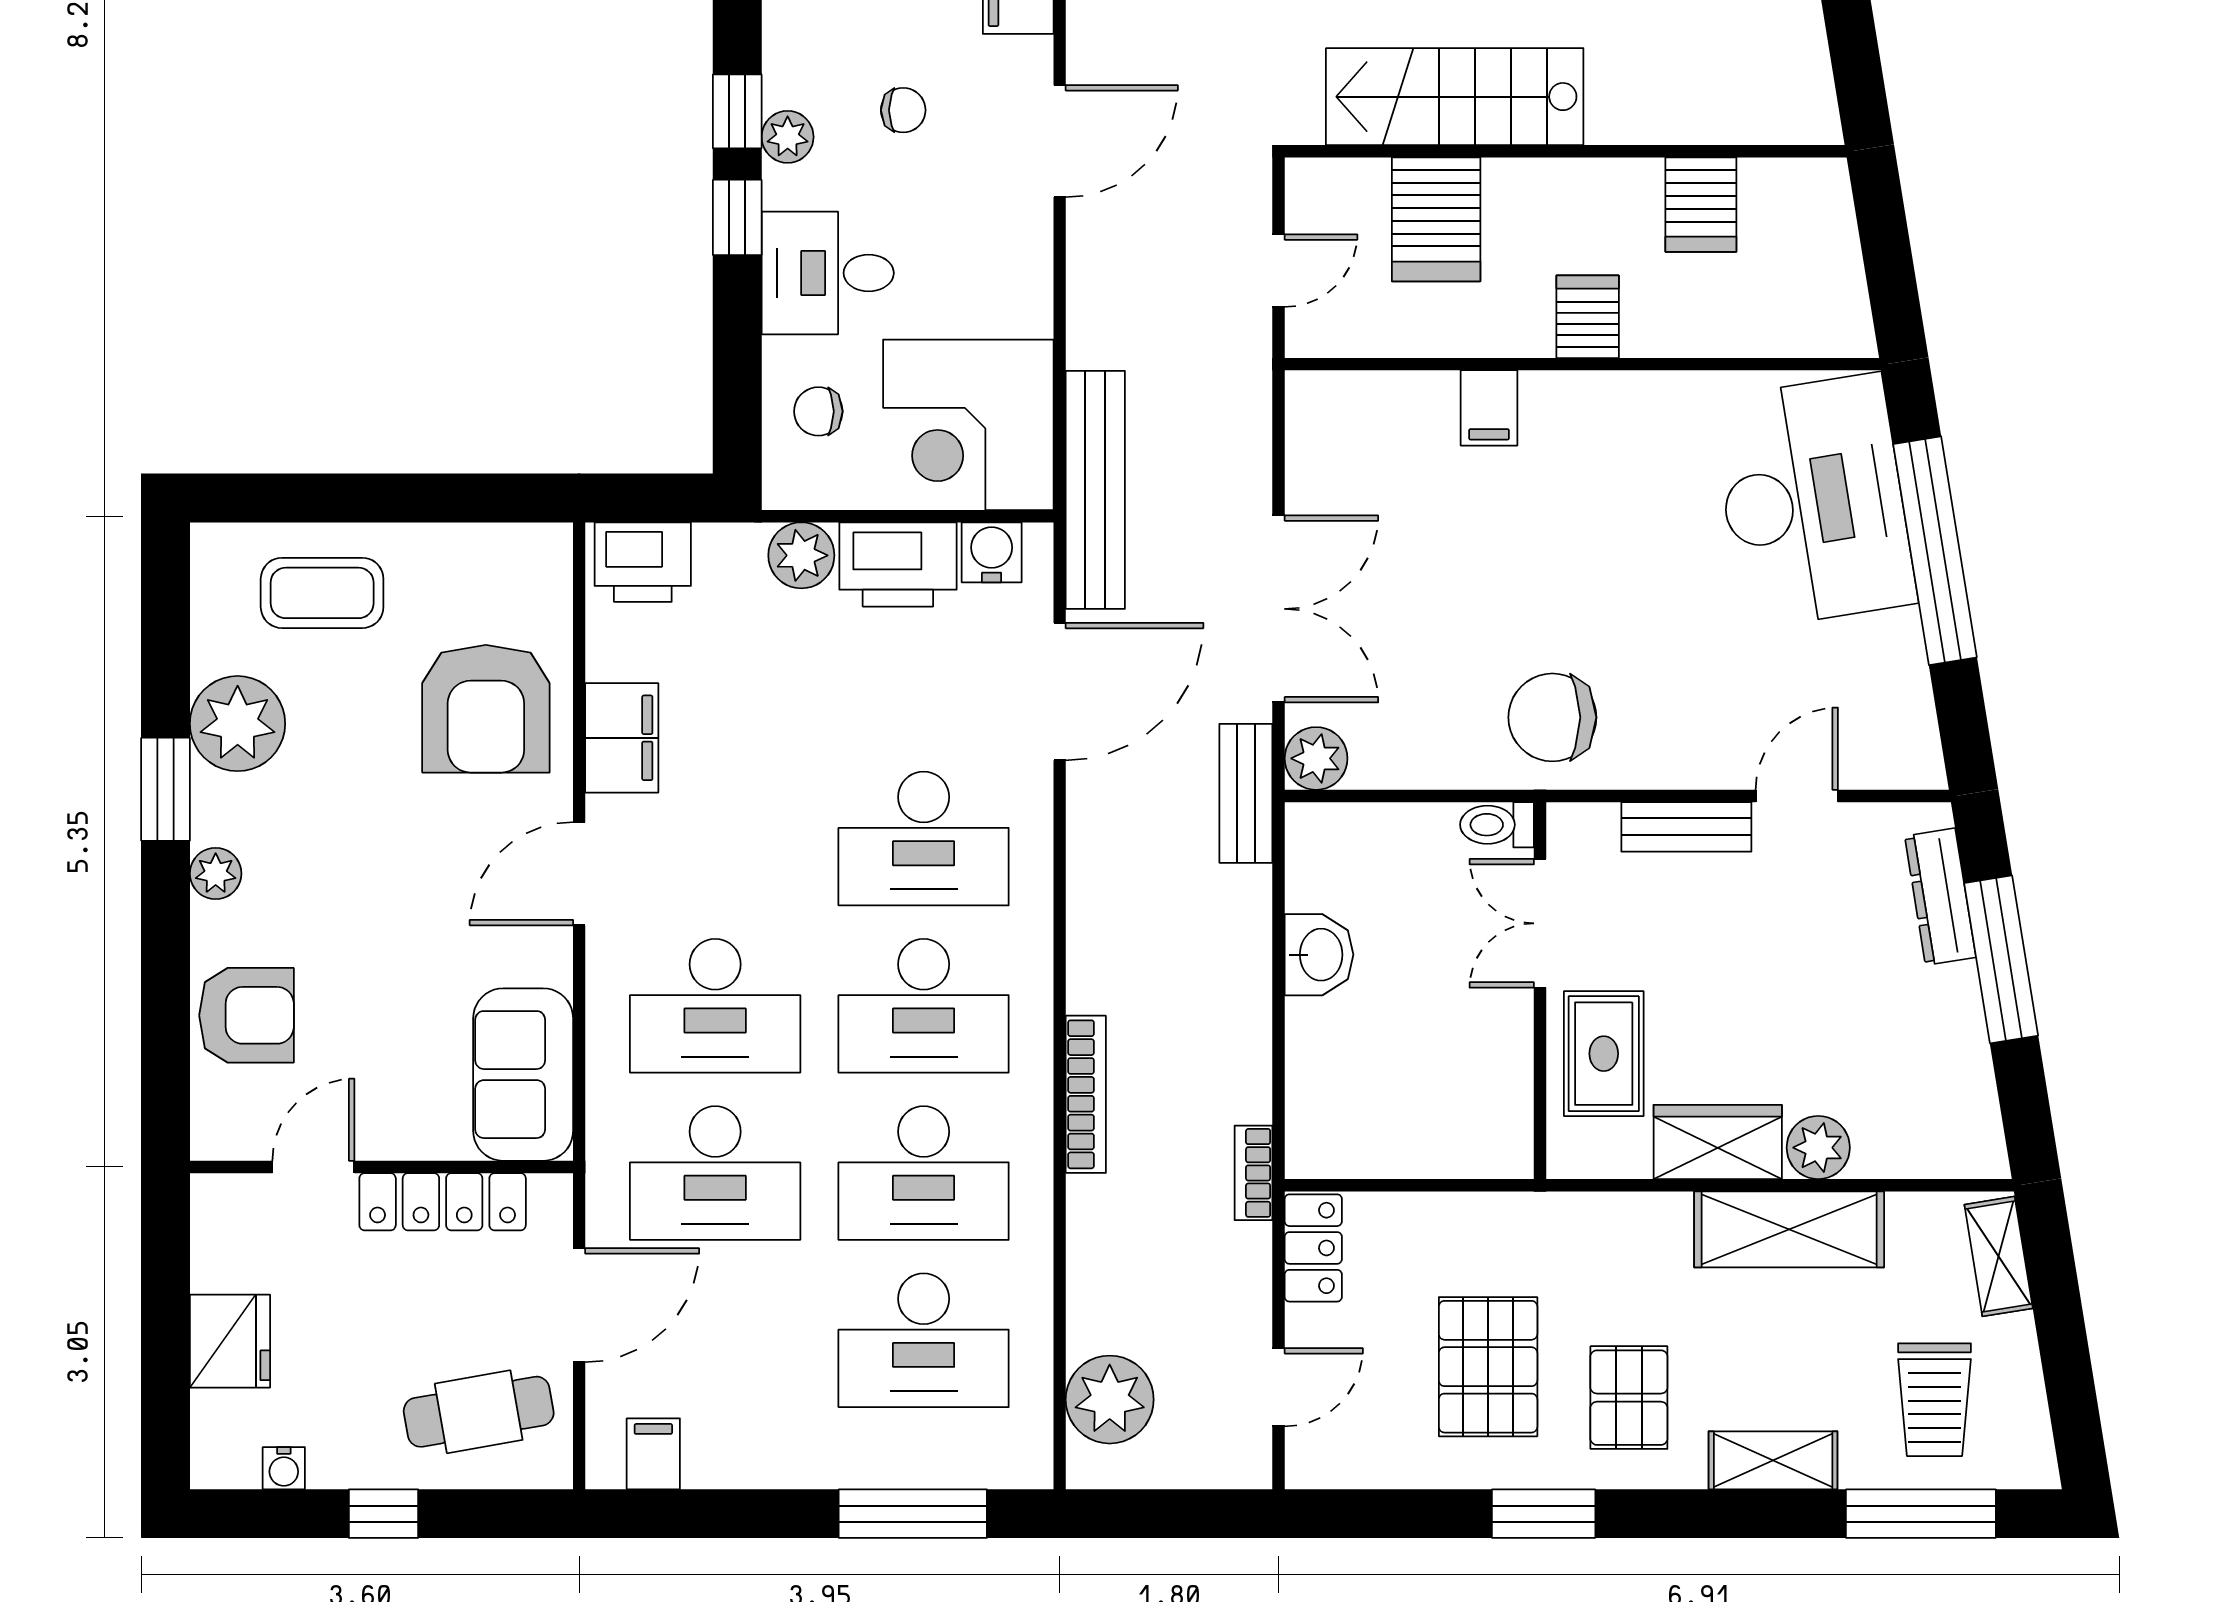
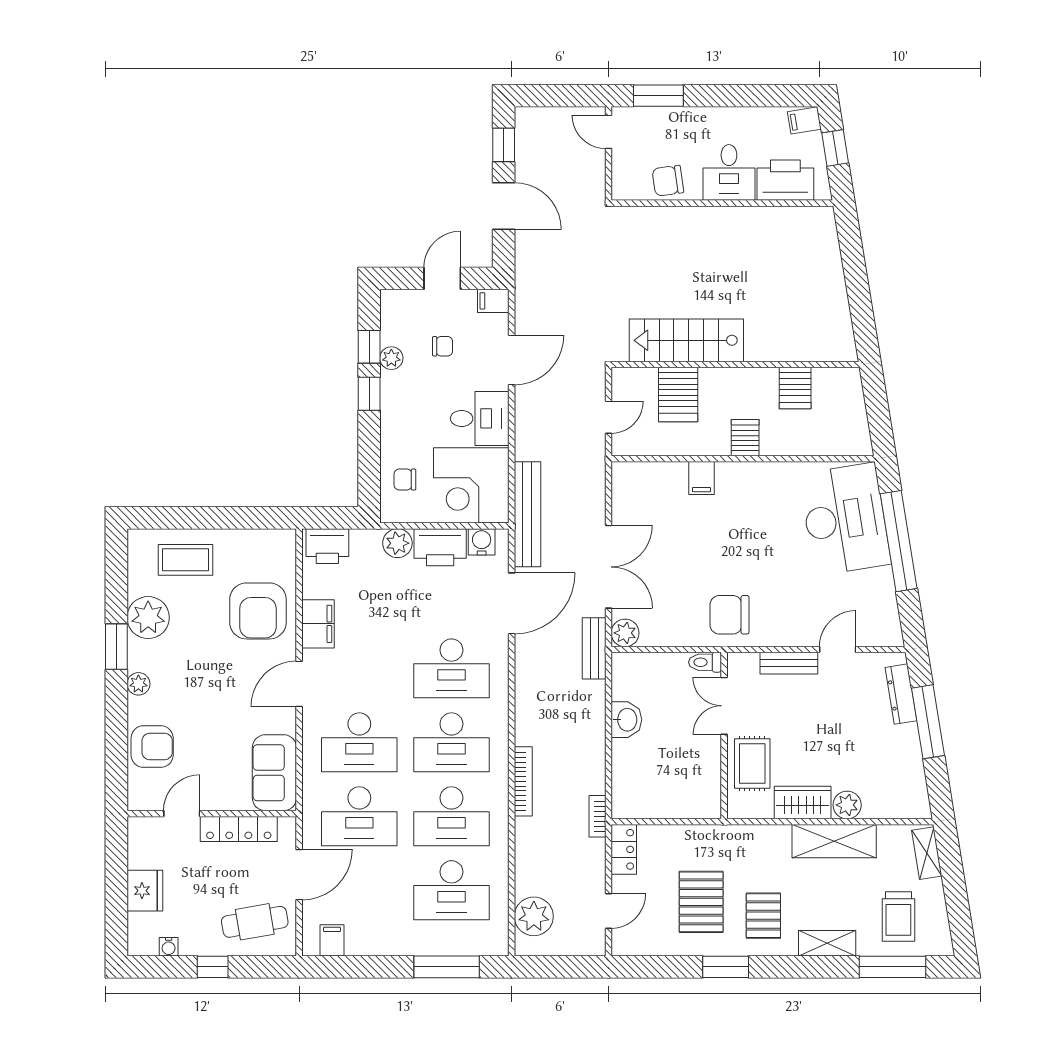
desk: (828, 273) -> (480, 418), moved, turned 180

